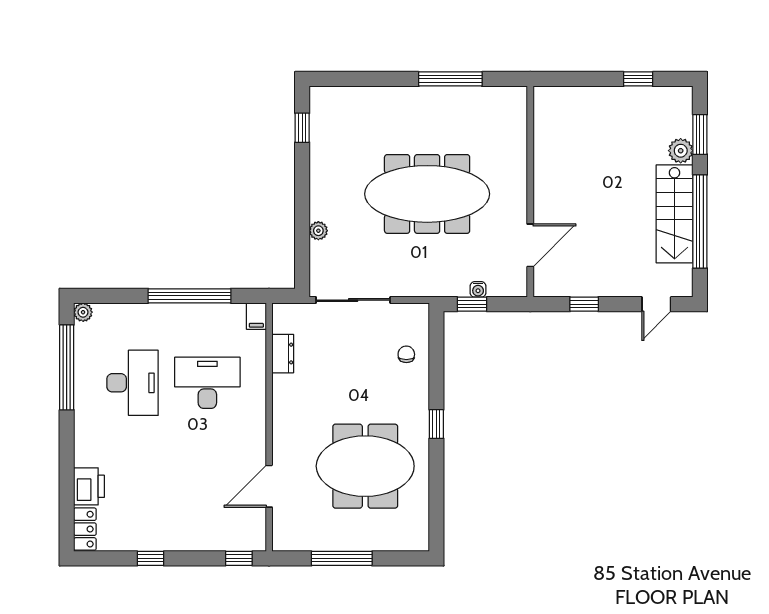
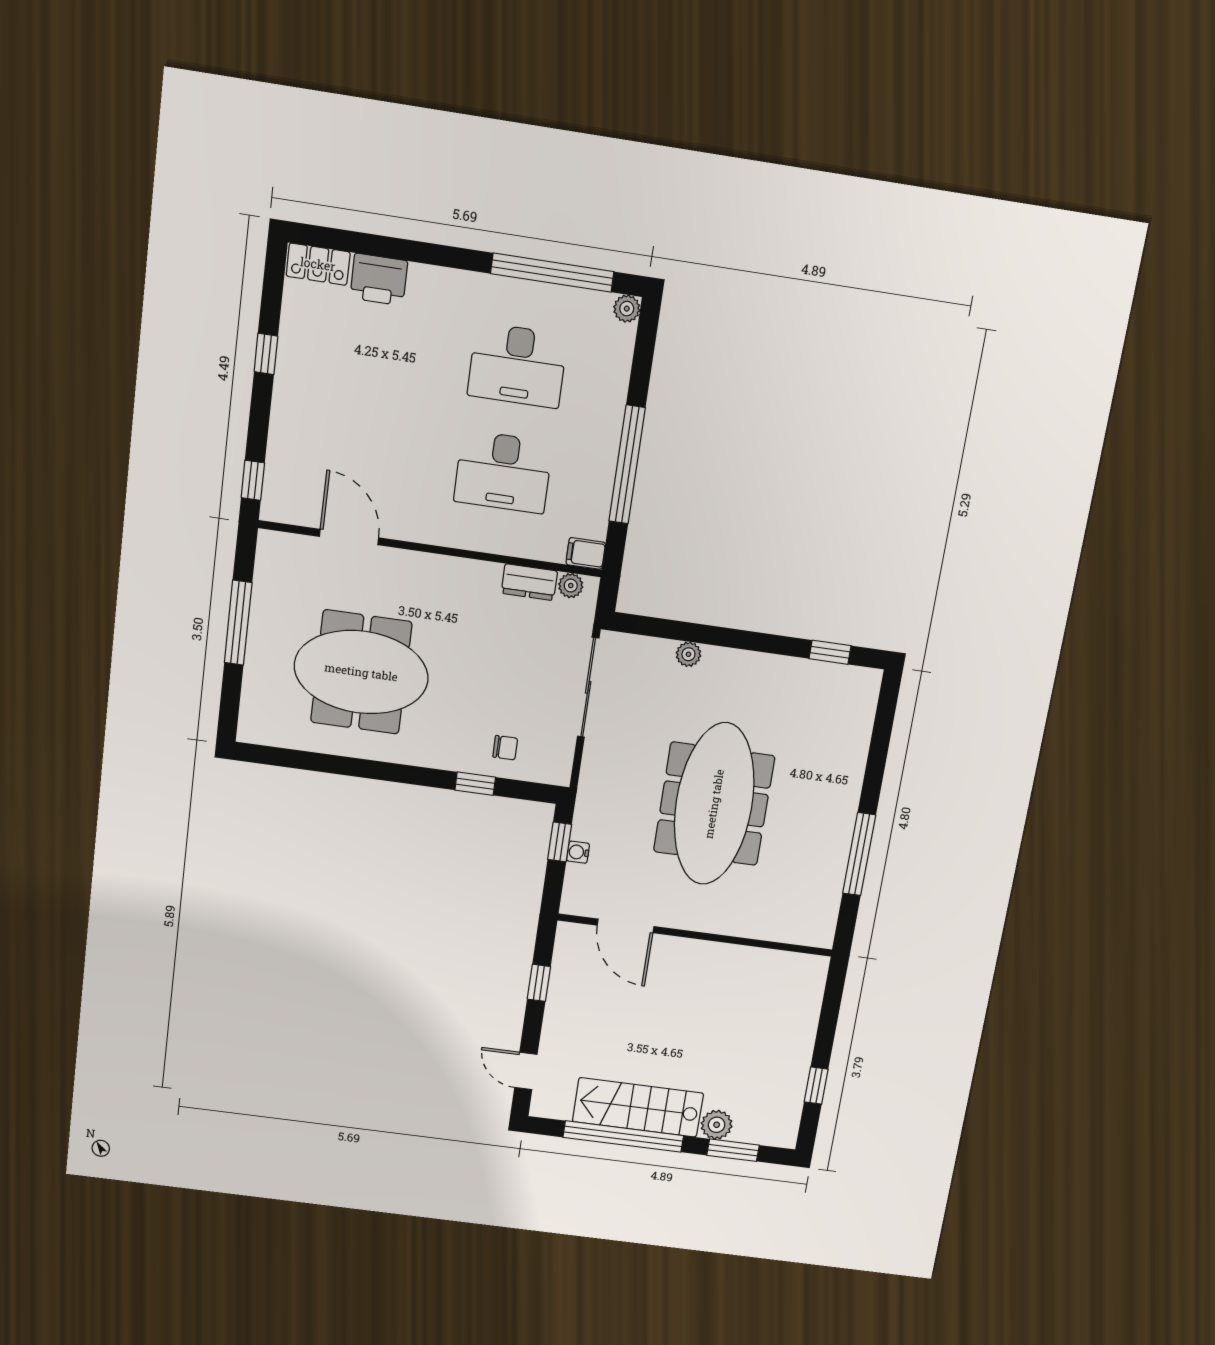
plant: (281, 323) -> (571, 586), added
desk: (207, 383) -> (503, 472), turned 90
window: (436, 424) -> (475, 784), moved
meeting table: (365, 466) -> (361, 672), turned 90

